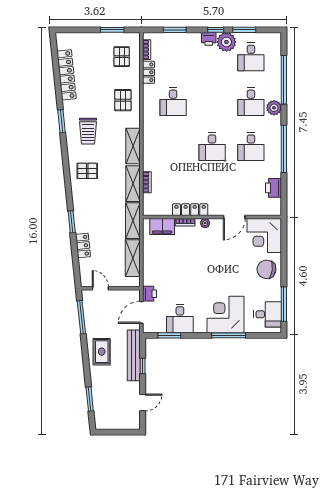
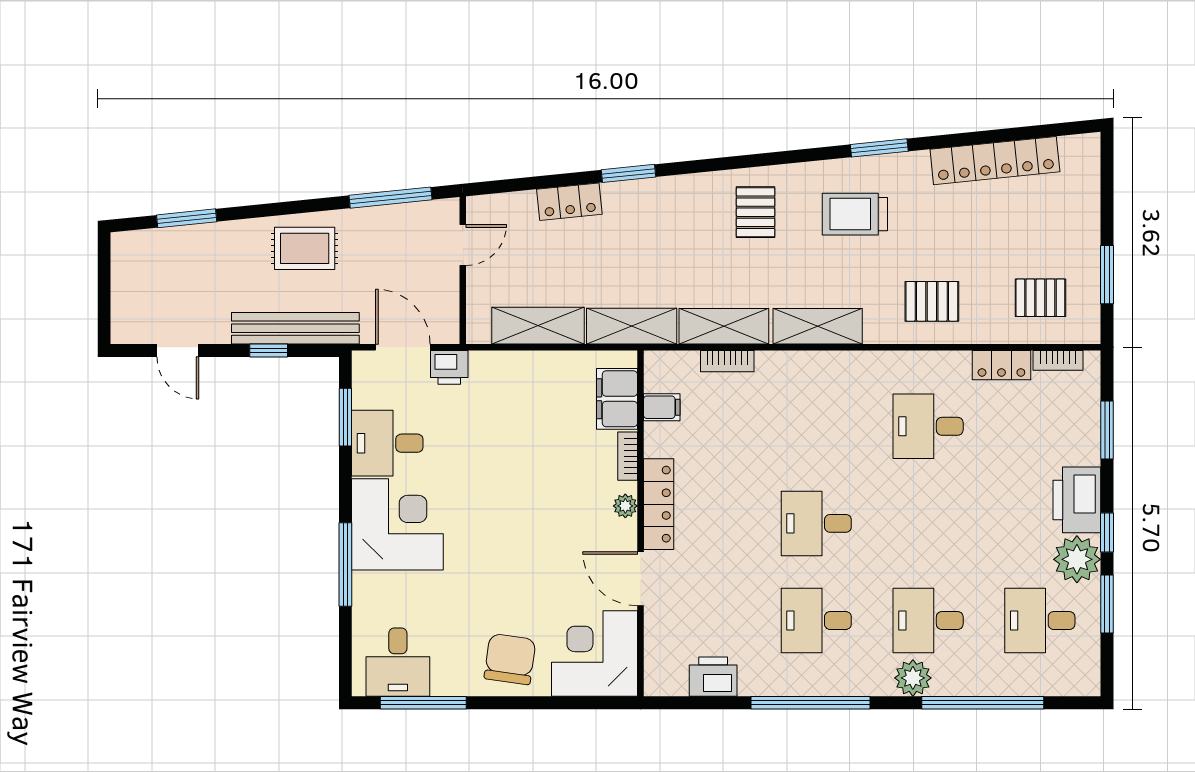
printer: (209, 39) -> (1077, 500), width x1.87, depth x1.48
filing cabinet: (165, 208) -> (662, 407), added
locker: (190, 210) -> (659, 504), moved
corner desk: (225, 314) -> (397, 524), moved

